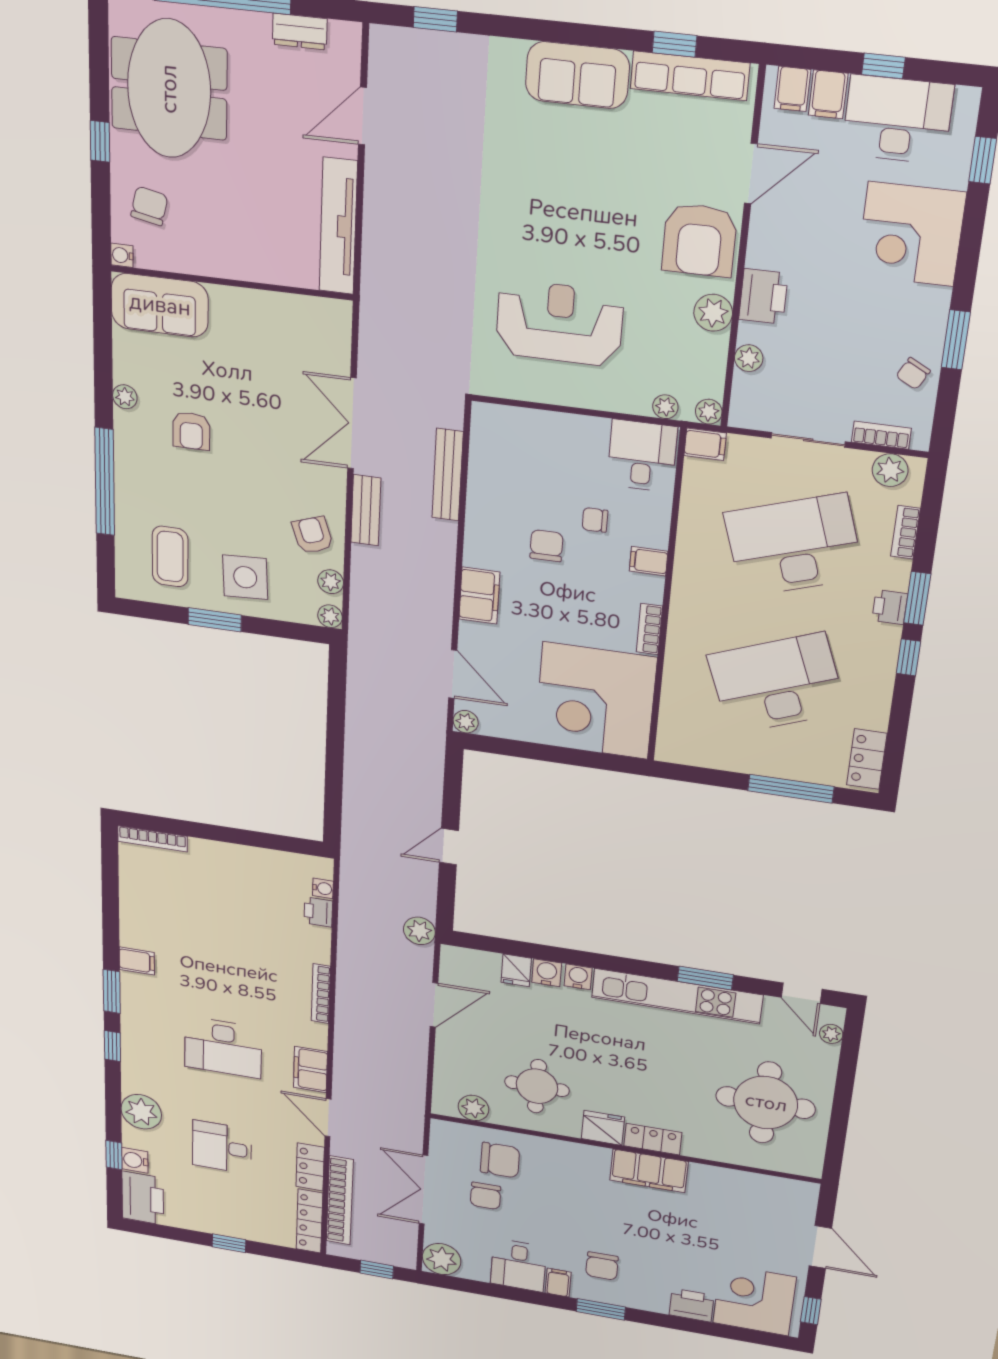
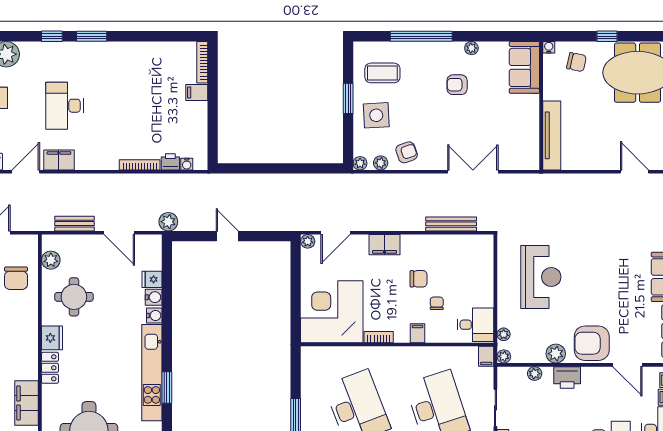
tv unit: (338, 226) -> (552, 135), moved, turned 90
bench: (366, 510) -> (75, 224), moved
filing cabinet: (137, 961) -> (197, 92), moved, turned 90
bookcase: (321, 994) -> (140, 165), moved
filing cabinet: (649, 1171) -> (27, 403), moved

